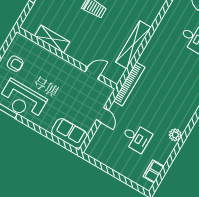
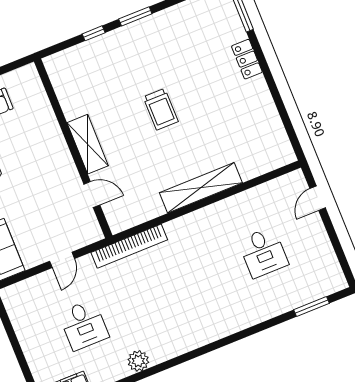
shelving: (52, 39) -> (88, 144), moved
shelving: (133, 45) -> (201, 188), moved

